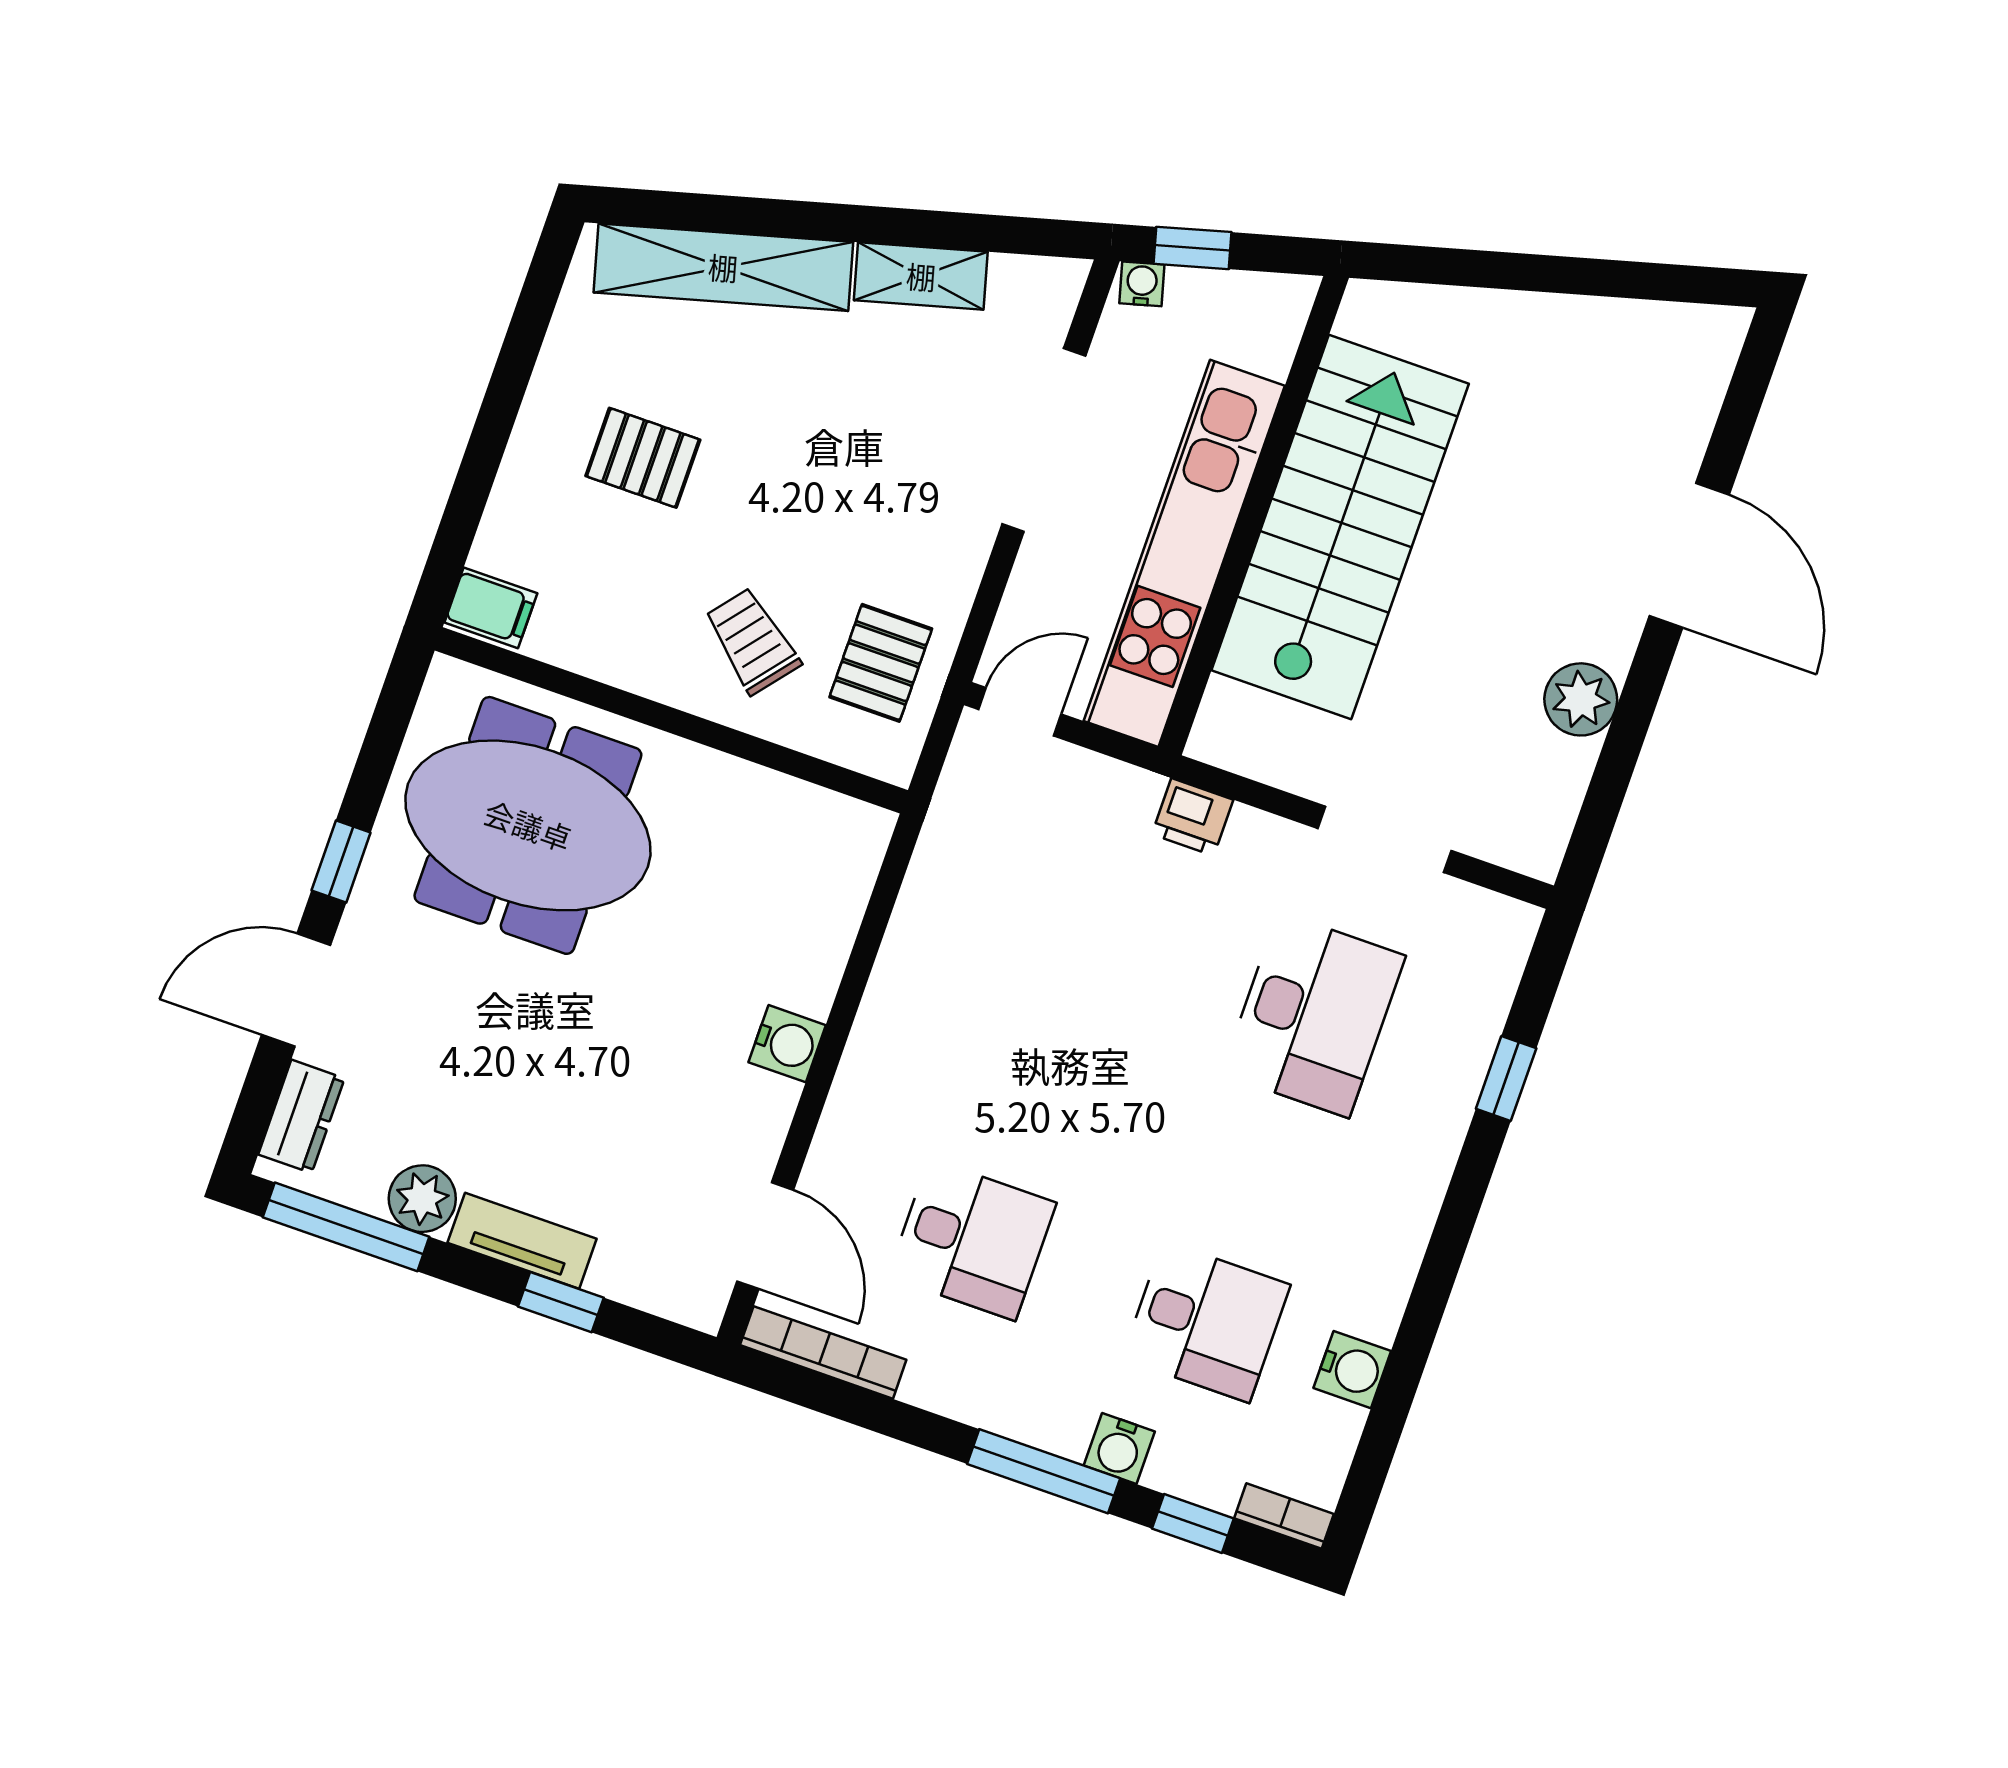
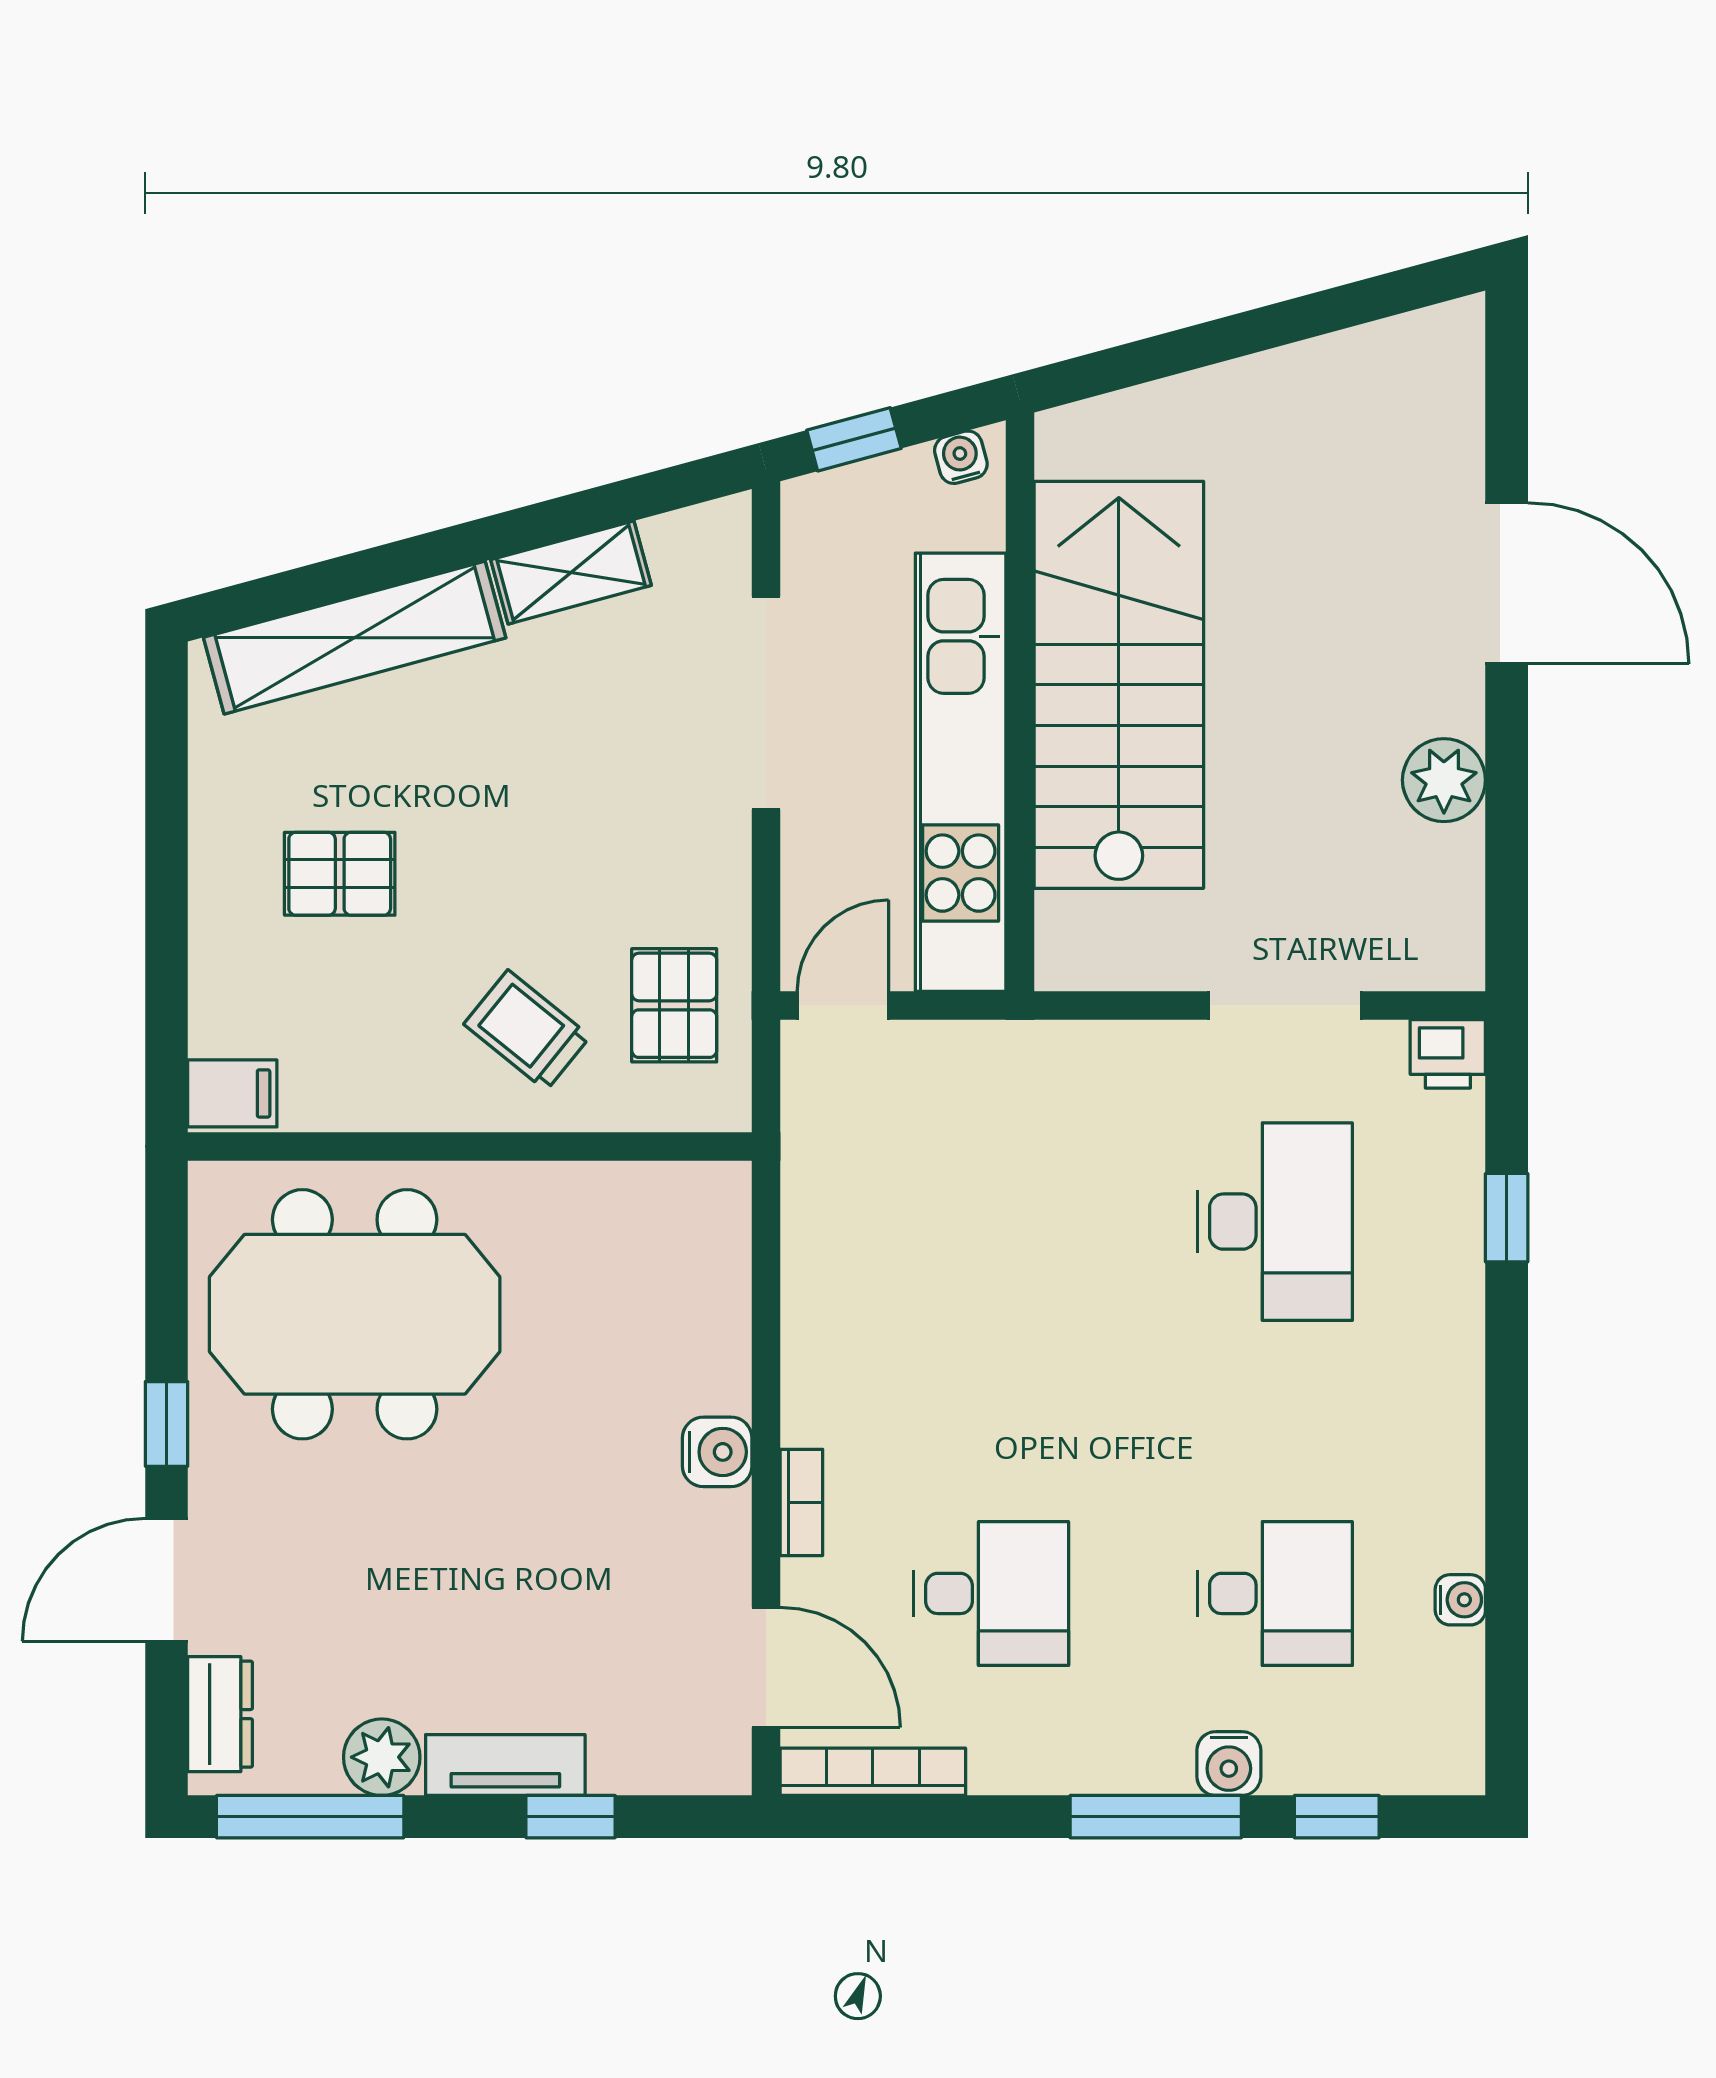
water cooler: (1142, 284) -> (961, 457), moved
printer: (1192, 817) -> (1448, 1054), moved
water cooler: (1352, 1370) -> (1460, 1600), width x0.72, depth x0.72
bookcase: (1284, 1516) -> (801, 1502), moved, turned 90

